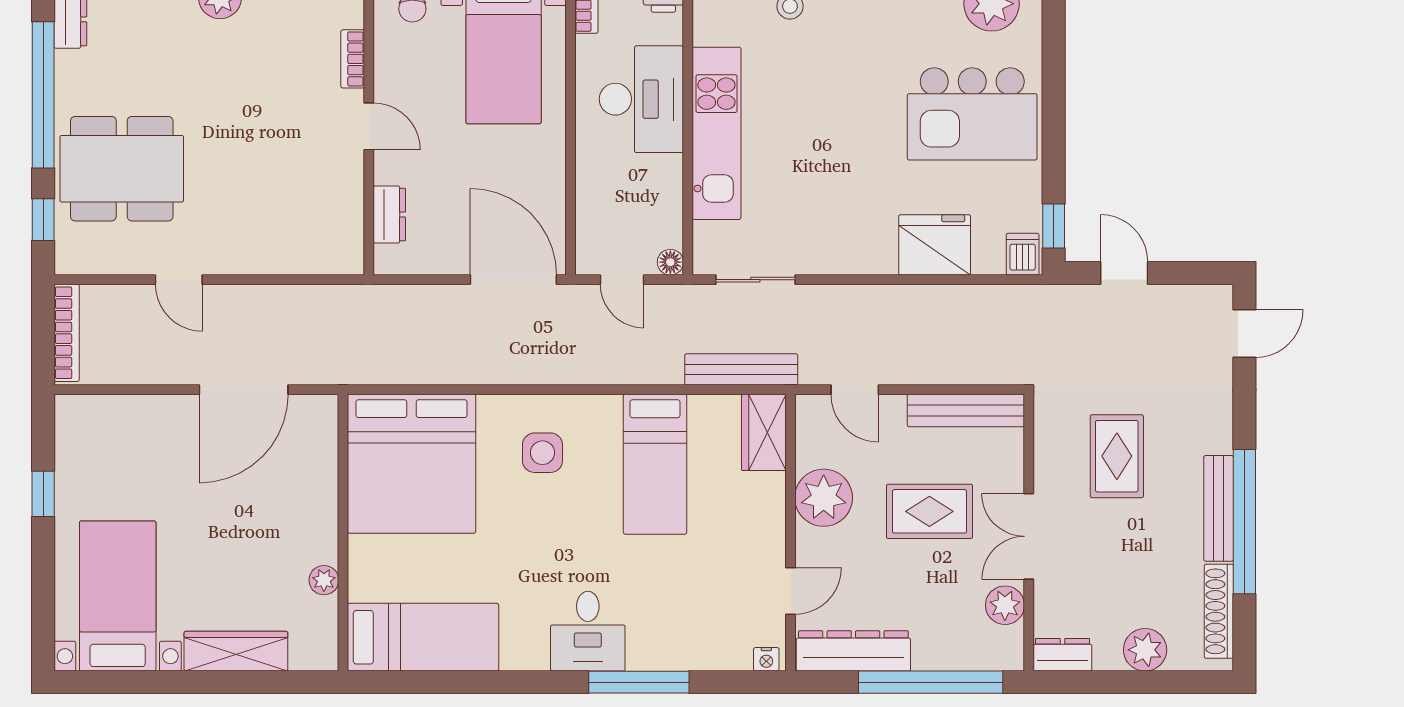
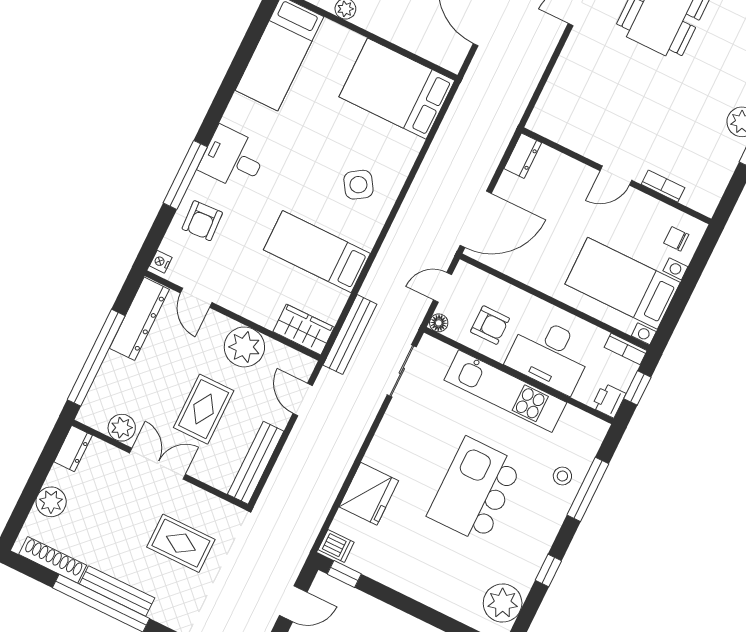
kitchen island: (972, 114) -> (475, 490), moved
armchair: (641, 195) -> (490, 325), added
dresser: (389, 215) -> (523, 156), moved, turned -90
door: (855, 390) -> (303, 399), hinge flipped
side table: (542, 453) -> (358, 185), turned -33
bed: (412, 464) -> (397, 89), width x0.73
armchair: (687, 632) -> (202, 221), added

